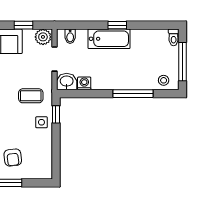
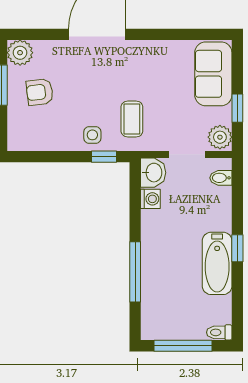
bathtub: (109, 39) -> (217, 263), moved
stool: (164, 80) -> (155, 317), removed

